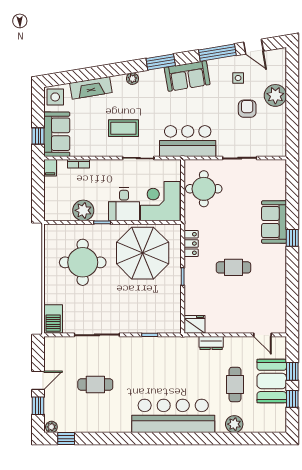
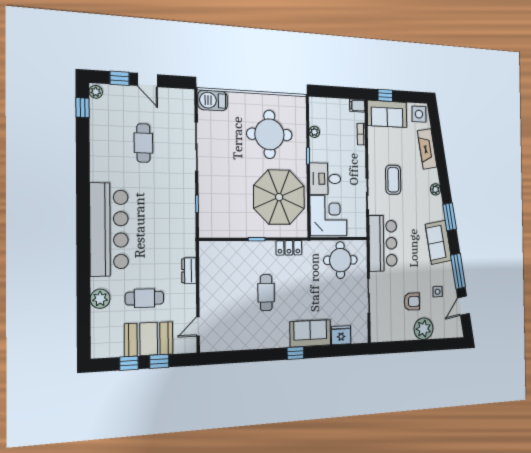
plant: (83, 210) -> (314, 132), width x0.53, depth x0.53
fridge: (195, 324) -> (341, 335), moved, turned -90

